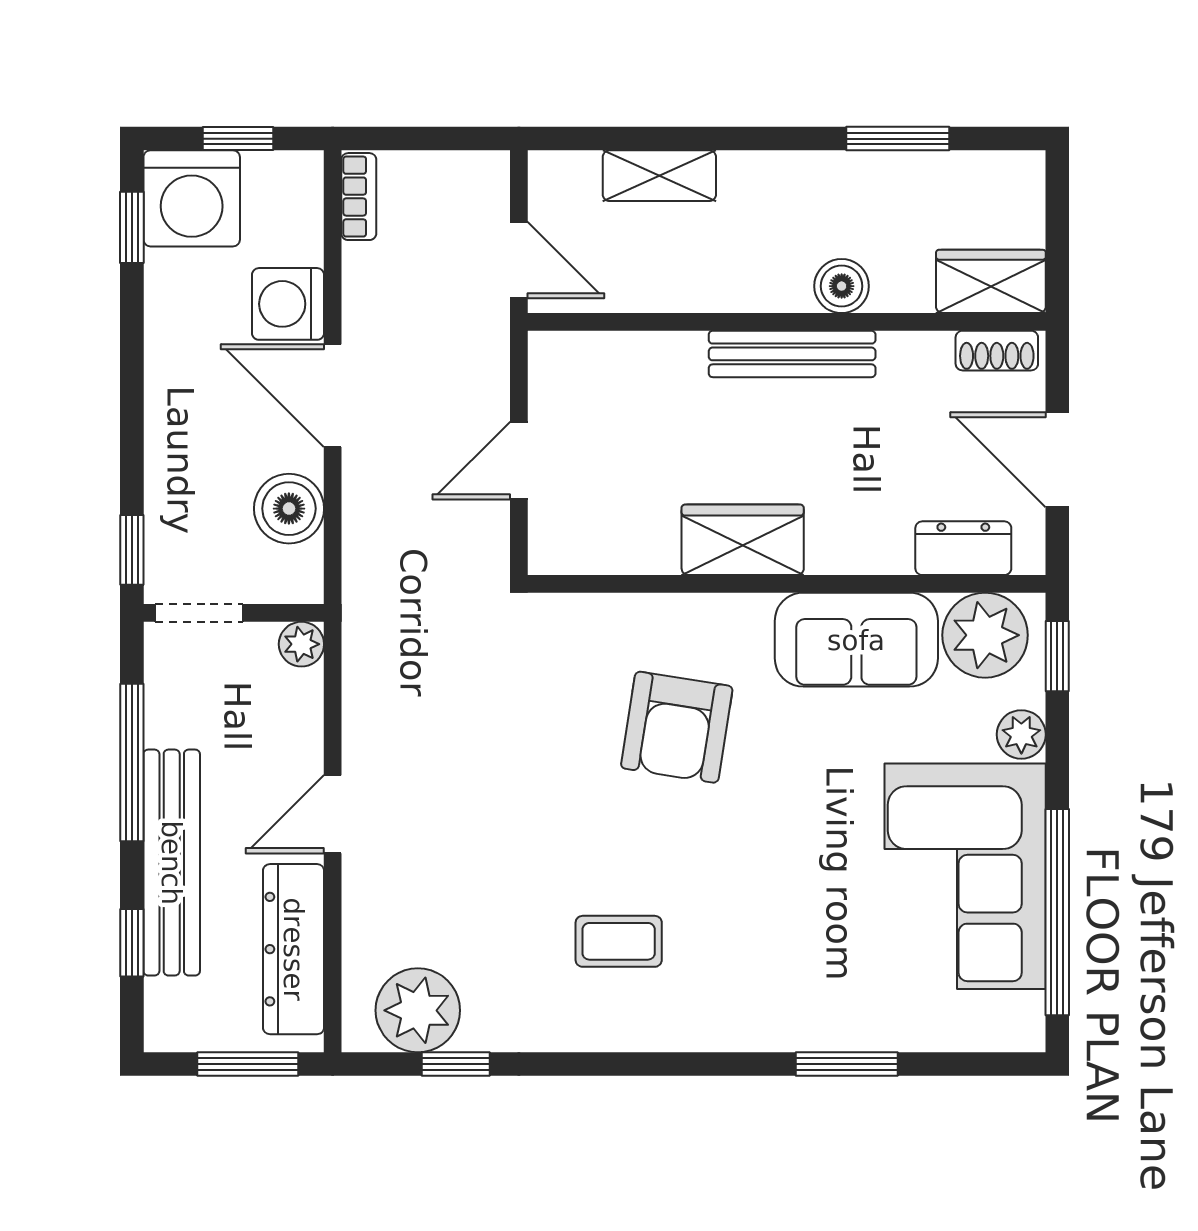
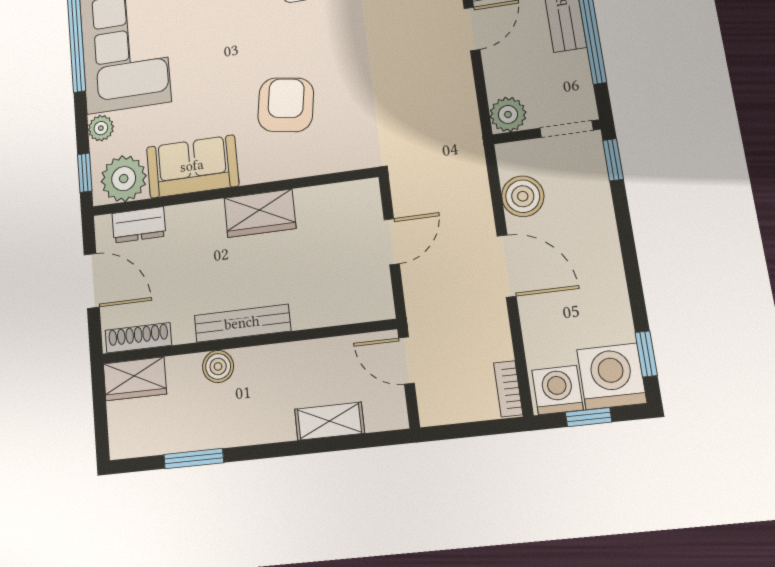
washing machine: (288, 304) -> (557, 390), moved, turned -90
shoe rack: (997, 351) -> (138, 338), width x1.43
plant: (301, 644) -> (508, 114), width x1.38, depth x1.38

